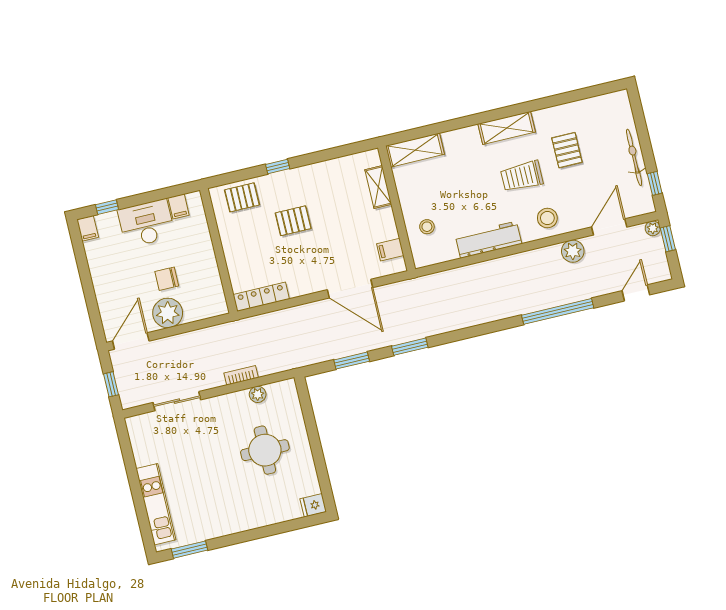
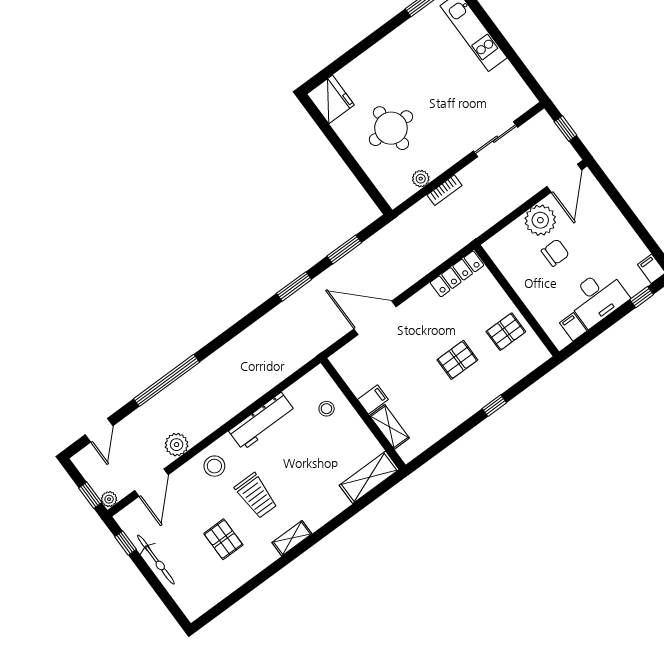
shelving: (507, 128) -> (292, 538), width x0.67, depth x0.75
trolley: (522, 176) -> (256, 496), turned 90
pallet: (242, 197) -> (506, 332), moved
filing cabinet: (390, 250) -> (373, 399), moved
fridge: (313, 505) -> (331, 99), width x1.88, depth x1.34

